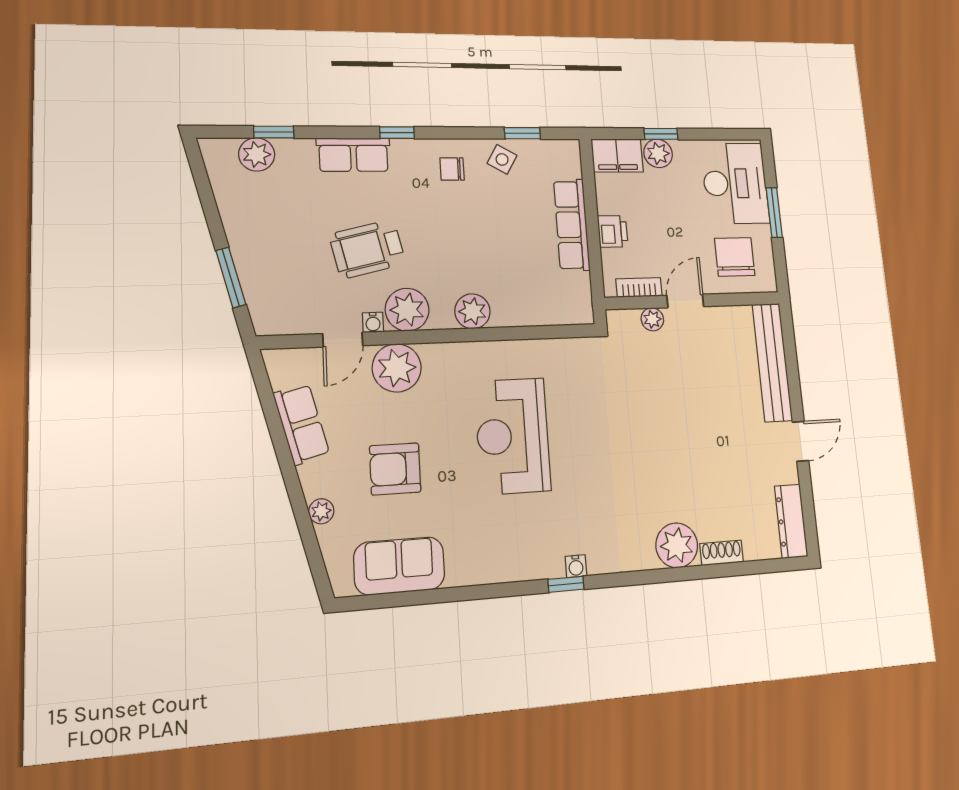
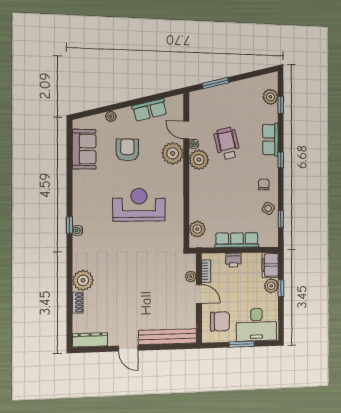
plant: (472, 311) -> (197, 229), moved

